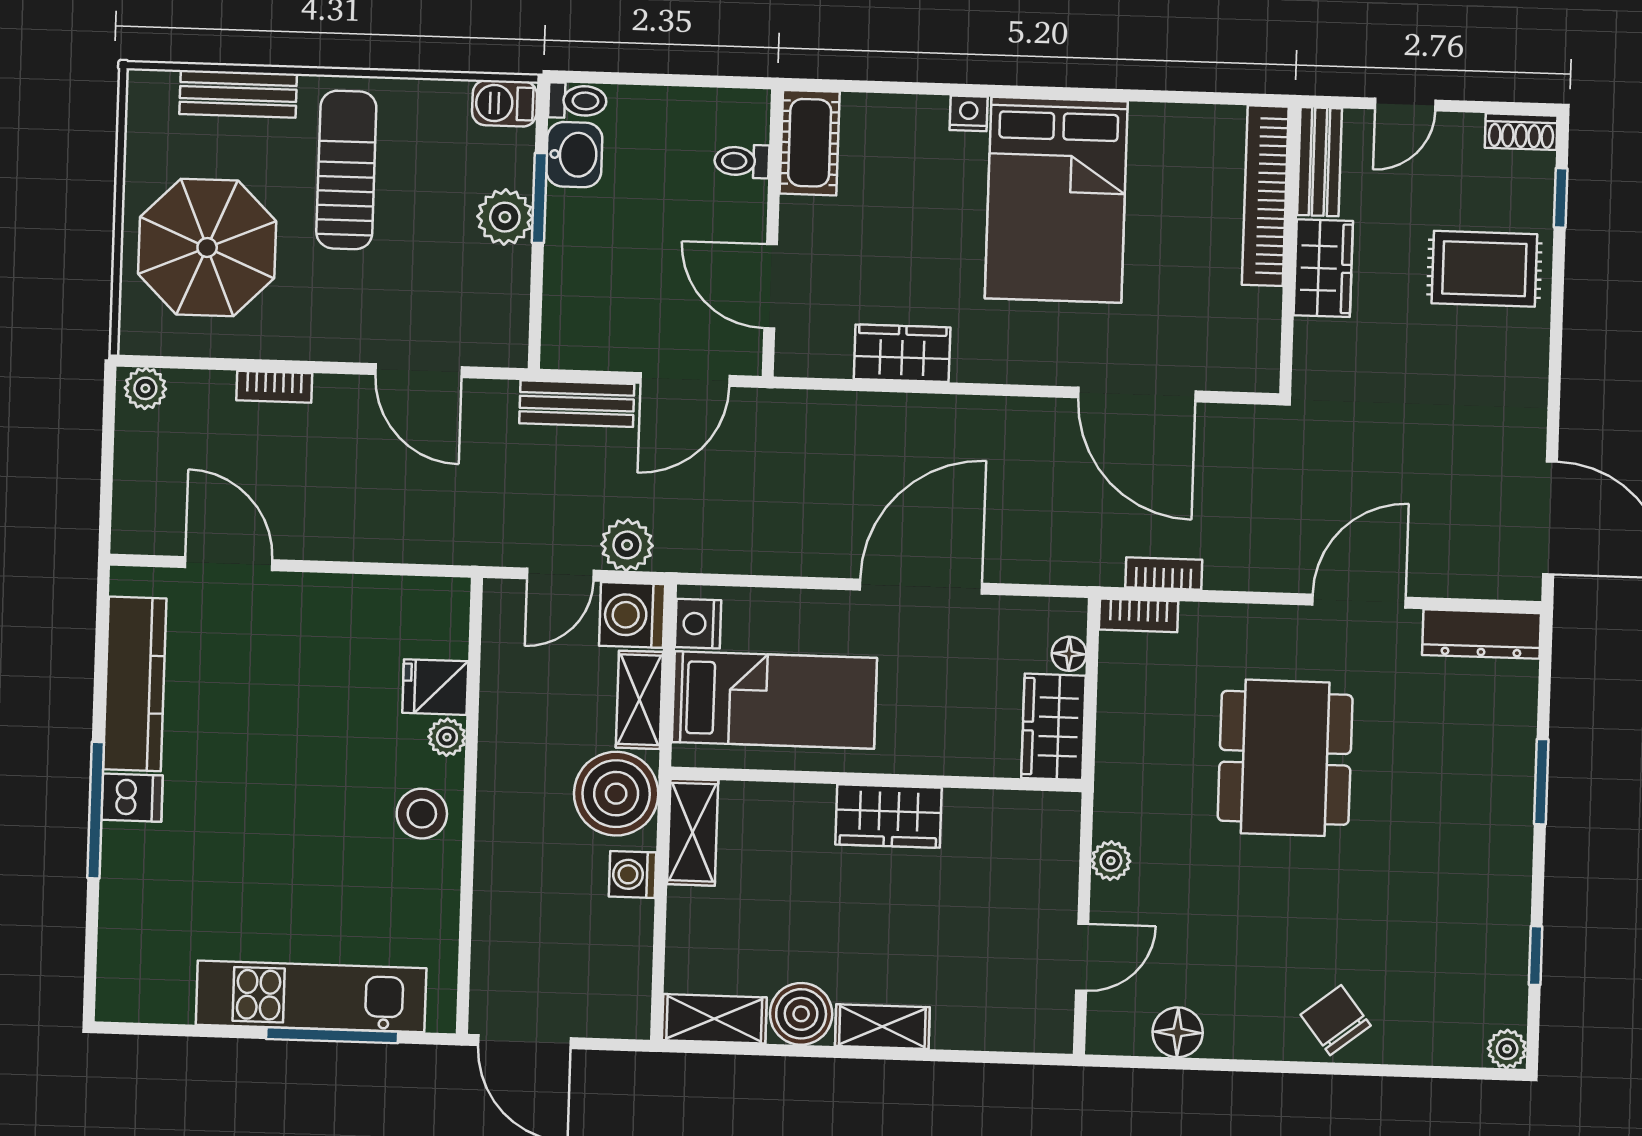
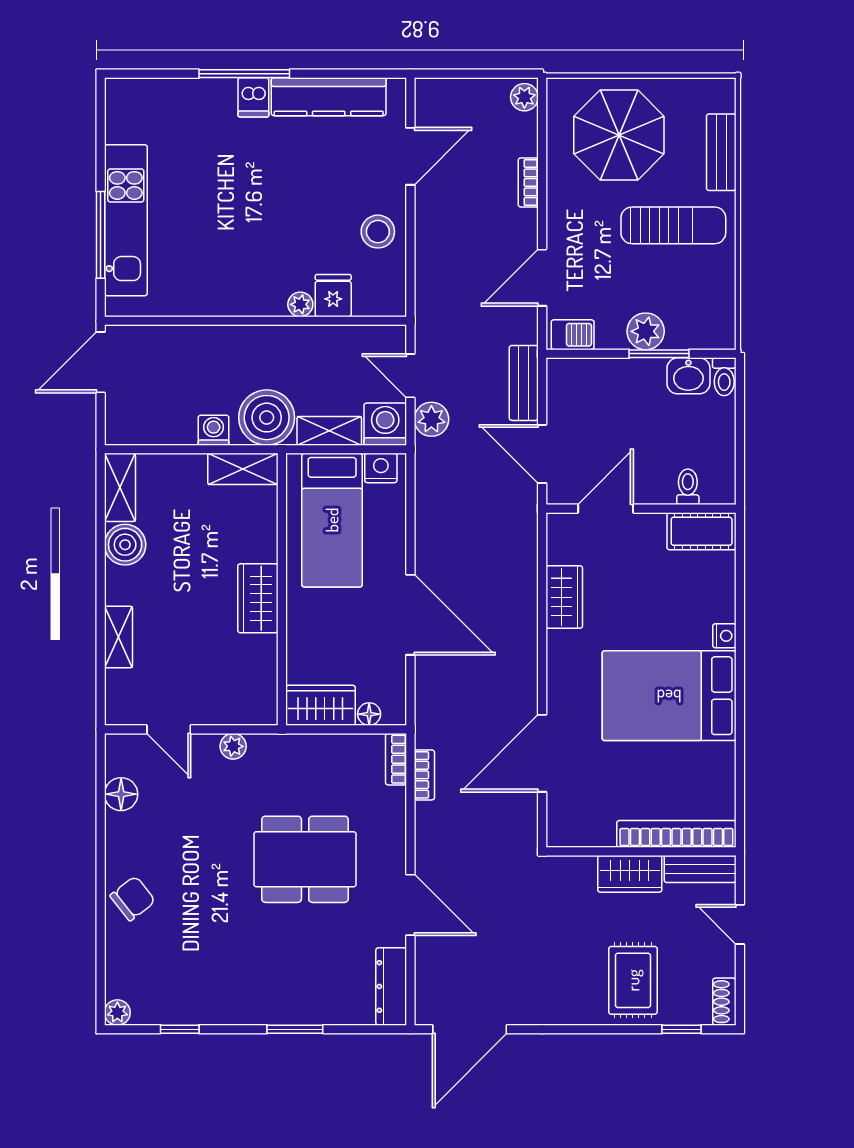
barbecue: (505, 103) -> (573, 335), moved, turned 90
stool: (422, 814) -> (378, 232), moved
shelving: (882, 1027) -> (118, 637), moved

